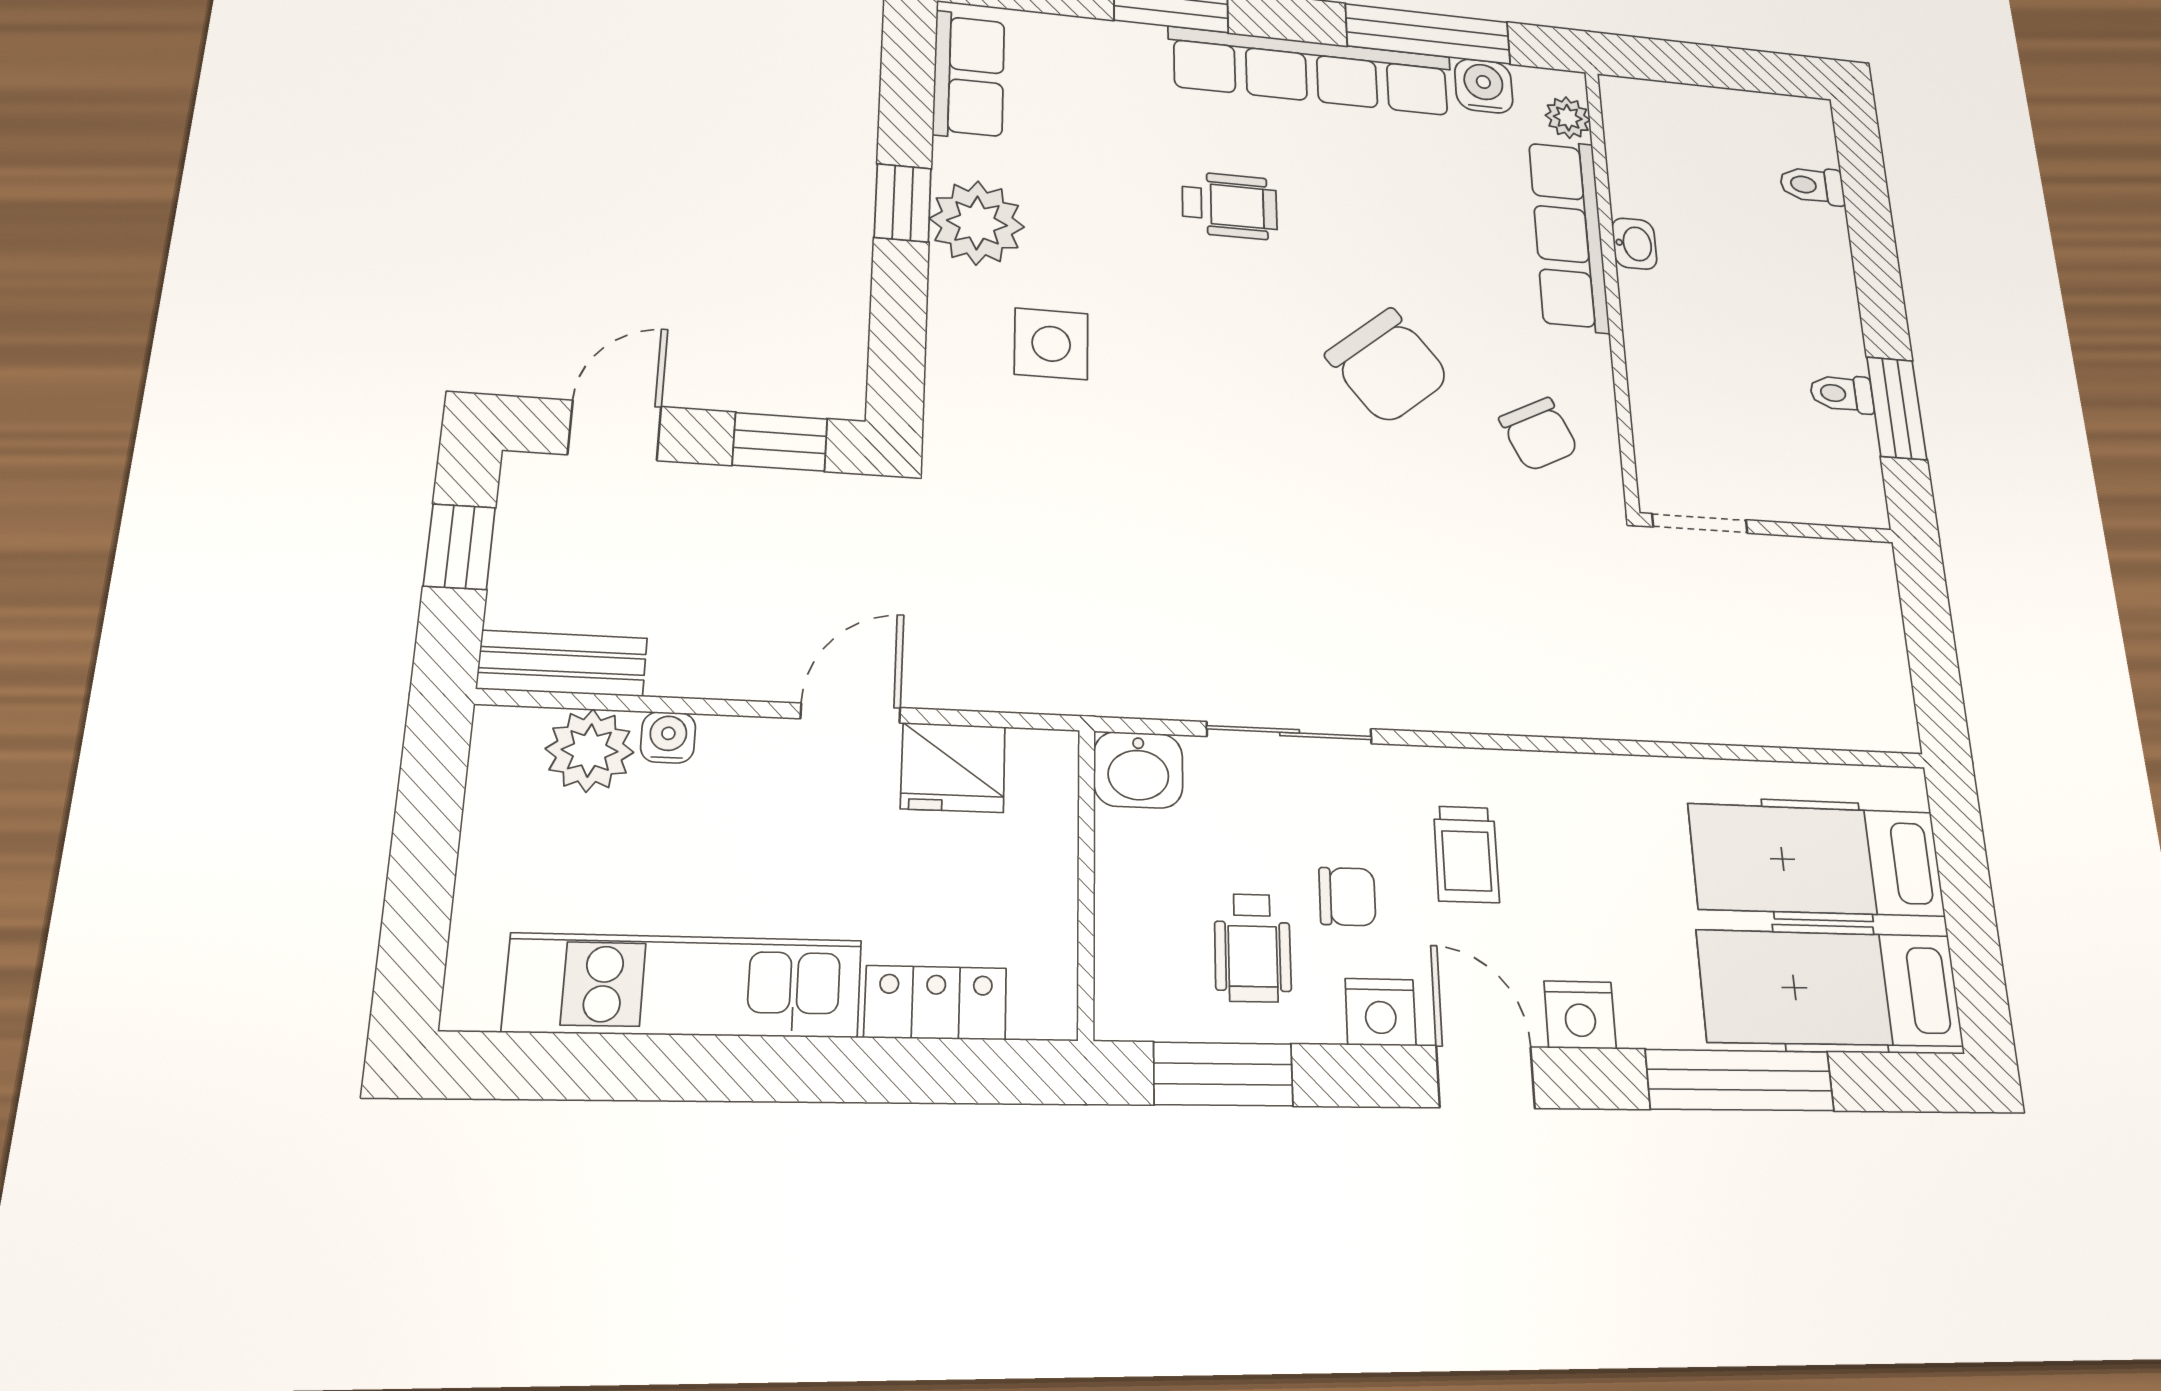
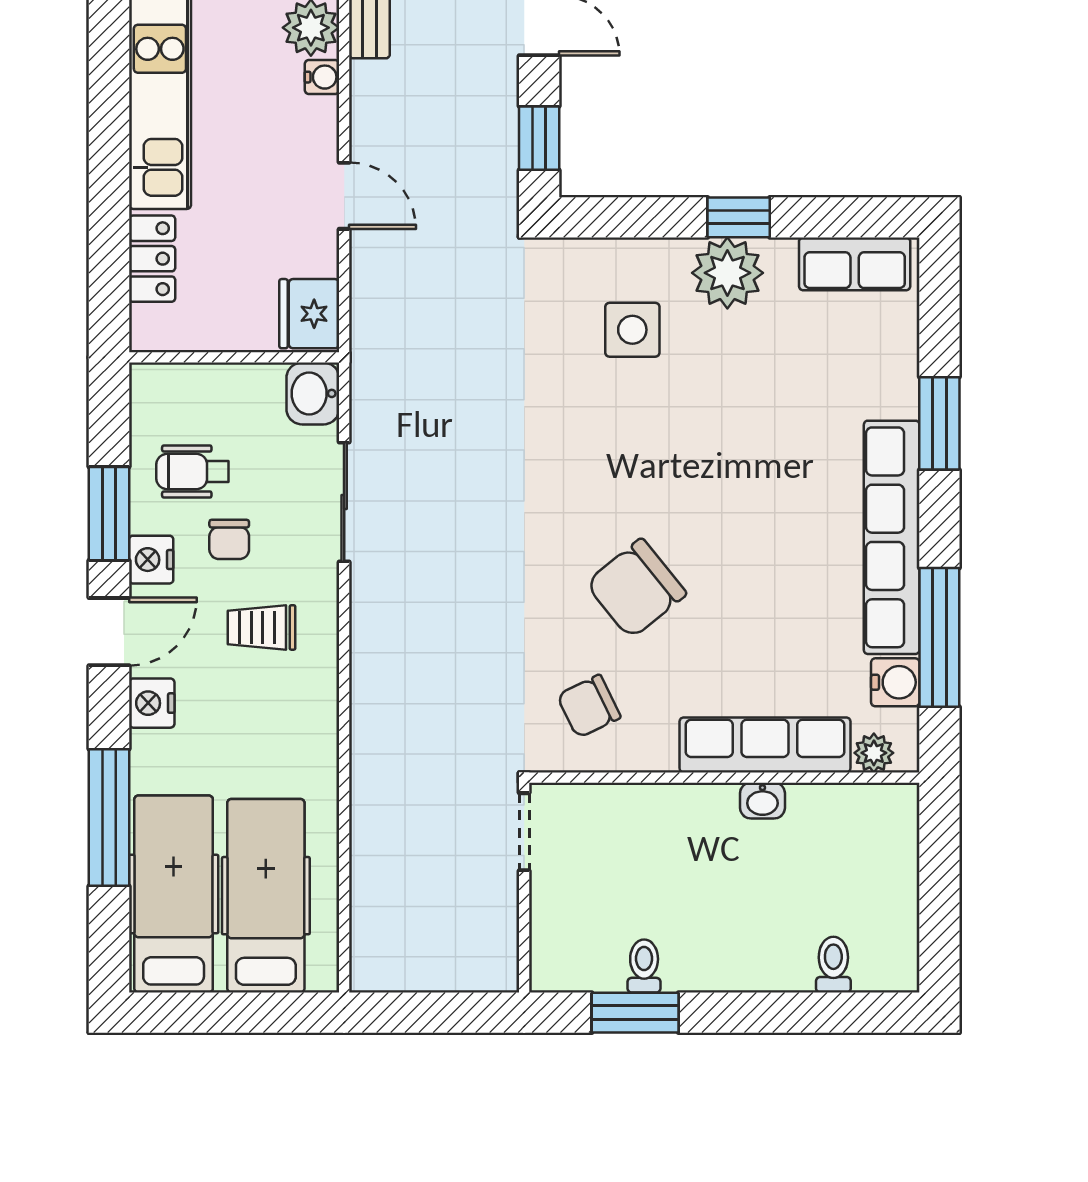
wheelchair: (1230, 206) -> (762, 468), removed
fridge: (953, 768) -> (309, 314), moved
window: (1223, 1074) -> (109, 514), moved

